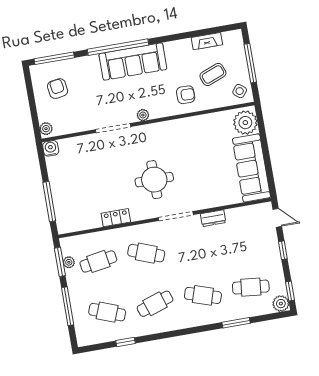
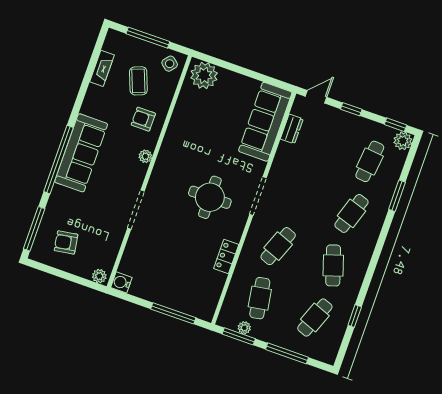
armchair: (186, 95) -> (143, 119), turned -90
plant: (143, 115) -> (145, 156), moved
sofa: (251, 168) -> (265, 122), moved, turned 90
dresser: (213, 218) -> (292, 129), moved

